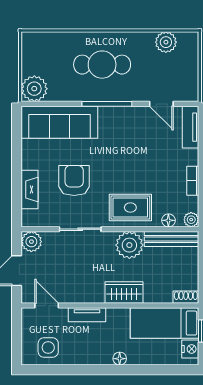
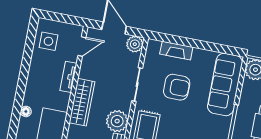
wardrobe: (124, 292) -> (82, 102), width x1.50
floor lamp: (120, 359) -> (26, 111), moved

